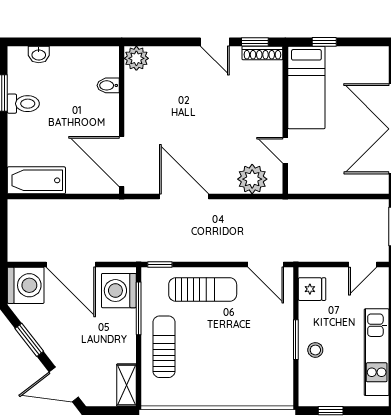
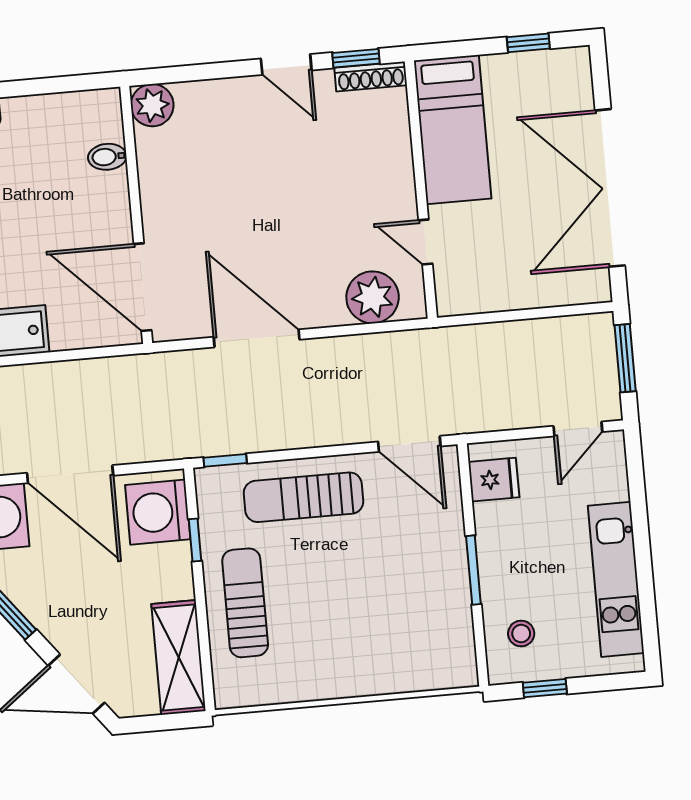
window: (324, 42) -> (528, 43), moved
sun lounger: (203, 290) -> (304, 497), turned 180
window: (139, 308) -> (195, 540), width x0.46
stool: (315, 350) -> (521, 634), moved
shelving: (127, 385) -> (179, 657), width x1.50, depth x1.33

